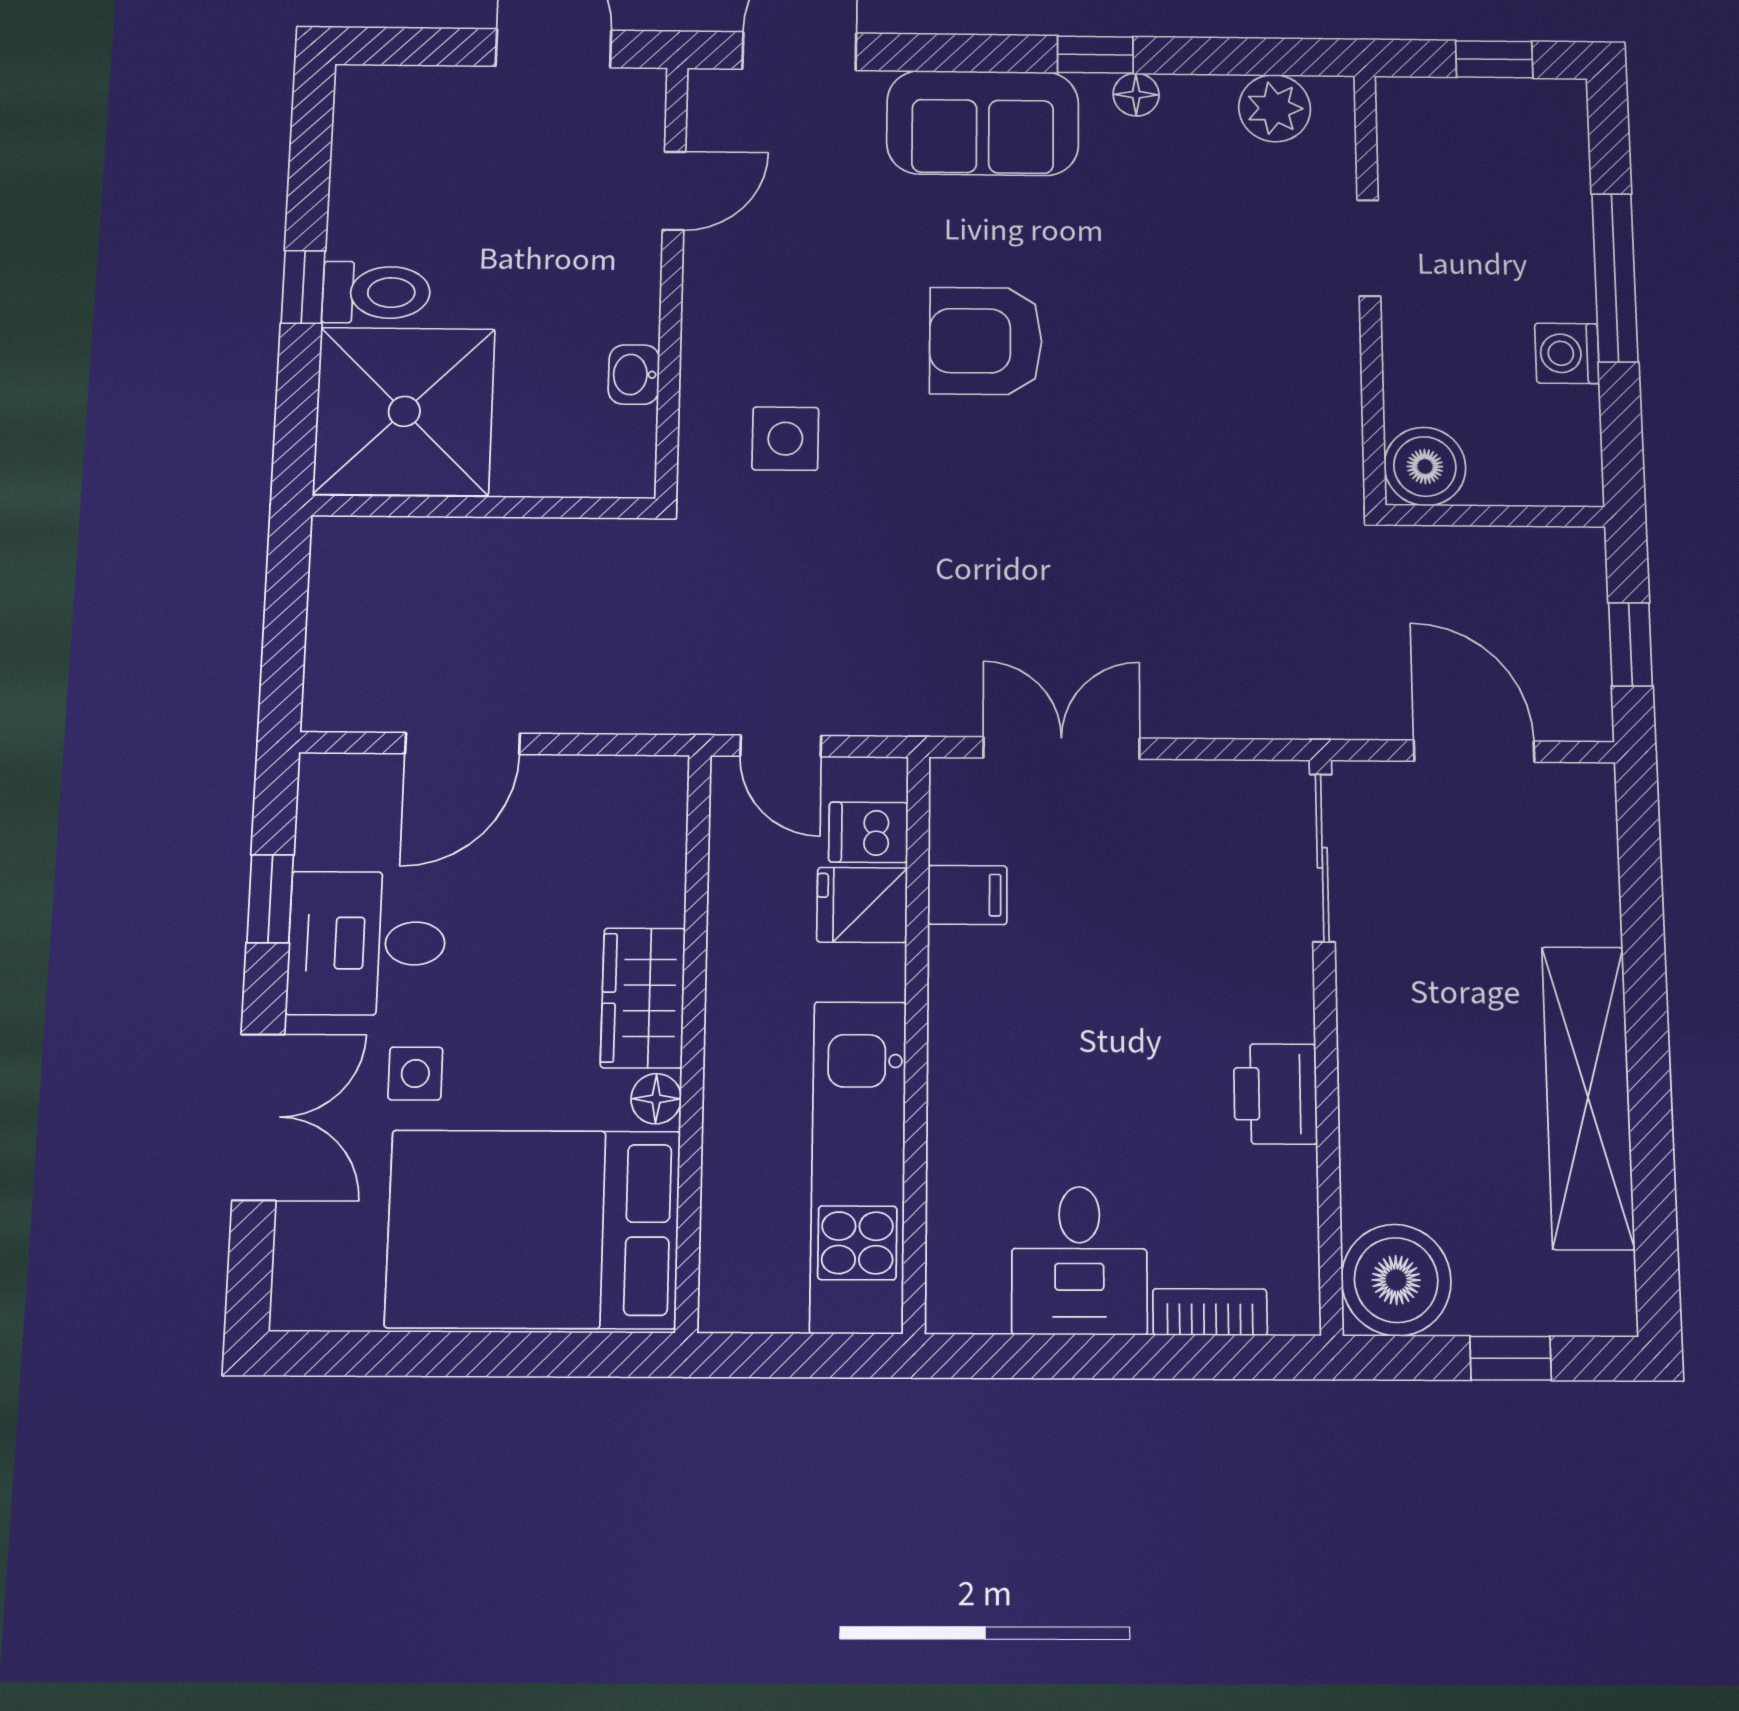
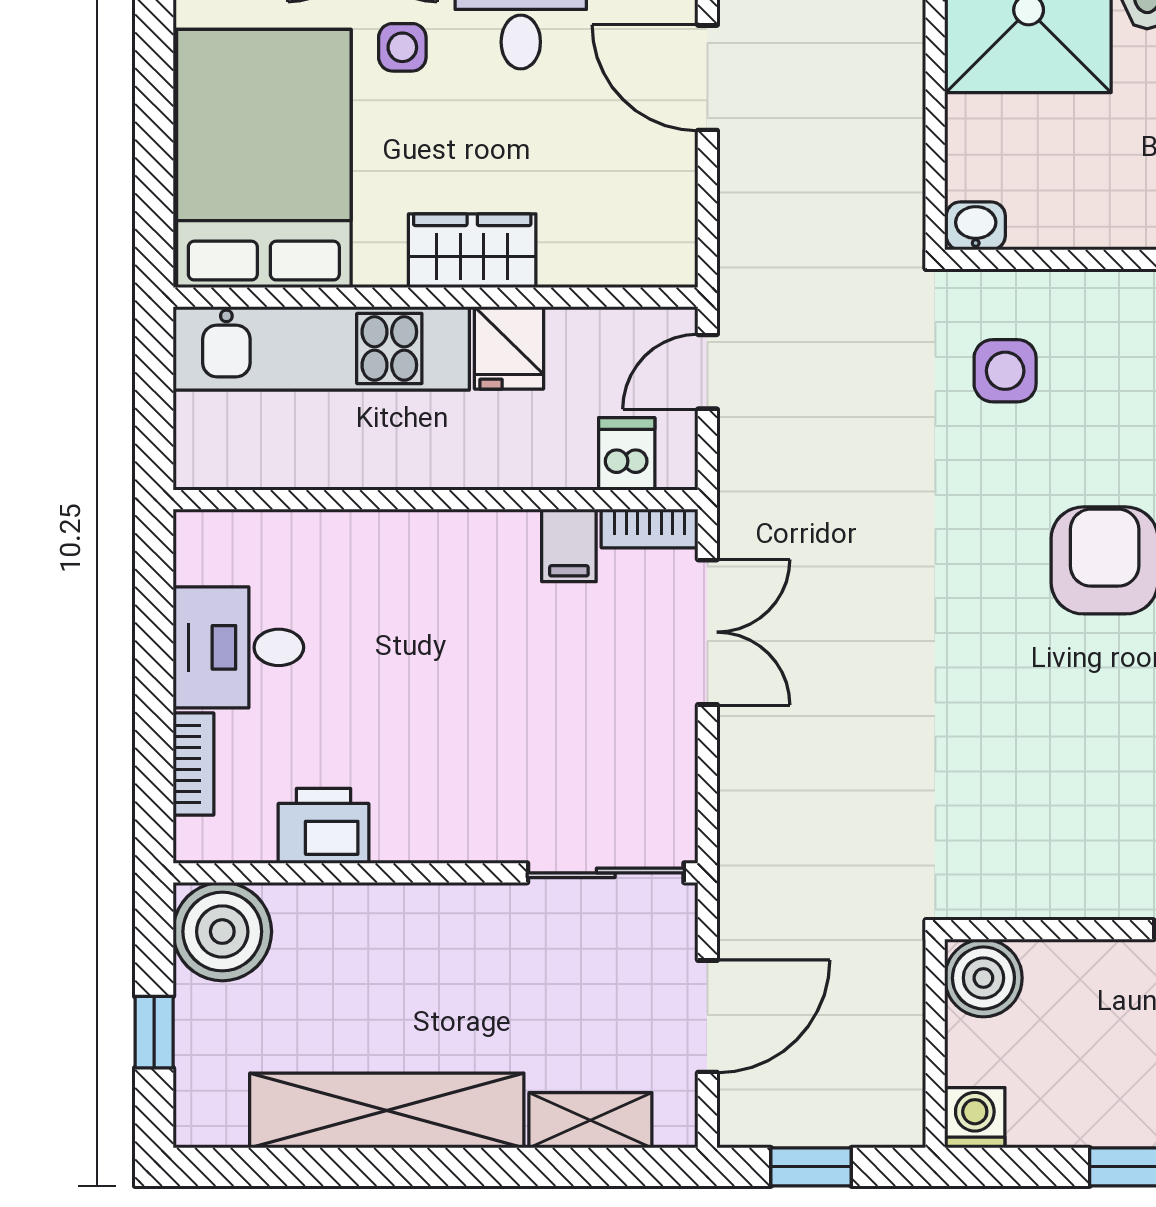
washing machine: (1567, 353) -> (975, 1118), moved
washbasin: (634, 375) -> (976, 226), moved
bookcase: (949, 808) -> (650, 528), added
shelving: (1590, 876) -> (590, 1120), added
fridge: (862, 905) -> (509, 348), moved, turned 180
printer: (1275, 1094) -> (324, 826), moved
floor lamp: (656, 1099) -> (381, 265), removed
kitchen unit: (858, 1166) -> (321, 348), moved, turned 180

